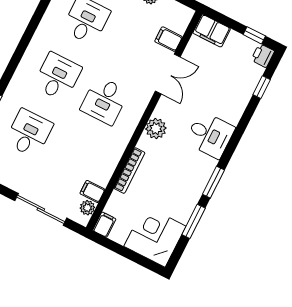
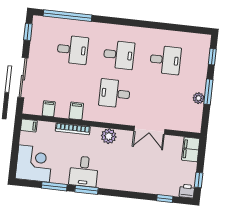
filing cabinet: (168, 39) -> (76, 111), moved
desk: (210, 135) -> (84, 171), moved
plant: (87, 208) -> (36, 109), removed

